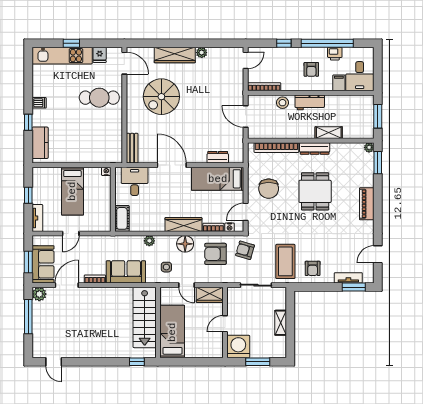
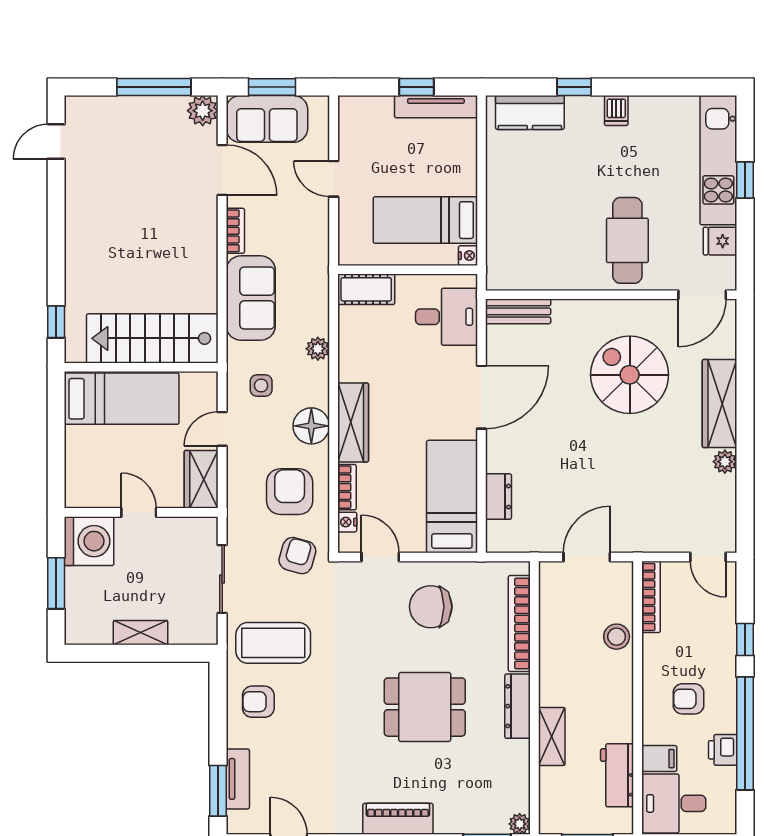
workbench: (310, 102) -> (617, 775), moved
bed: (72, 191) -> (425, 220), moved
tv unit: (37, 218) -> (436, 107), moved, width x1.41

